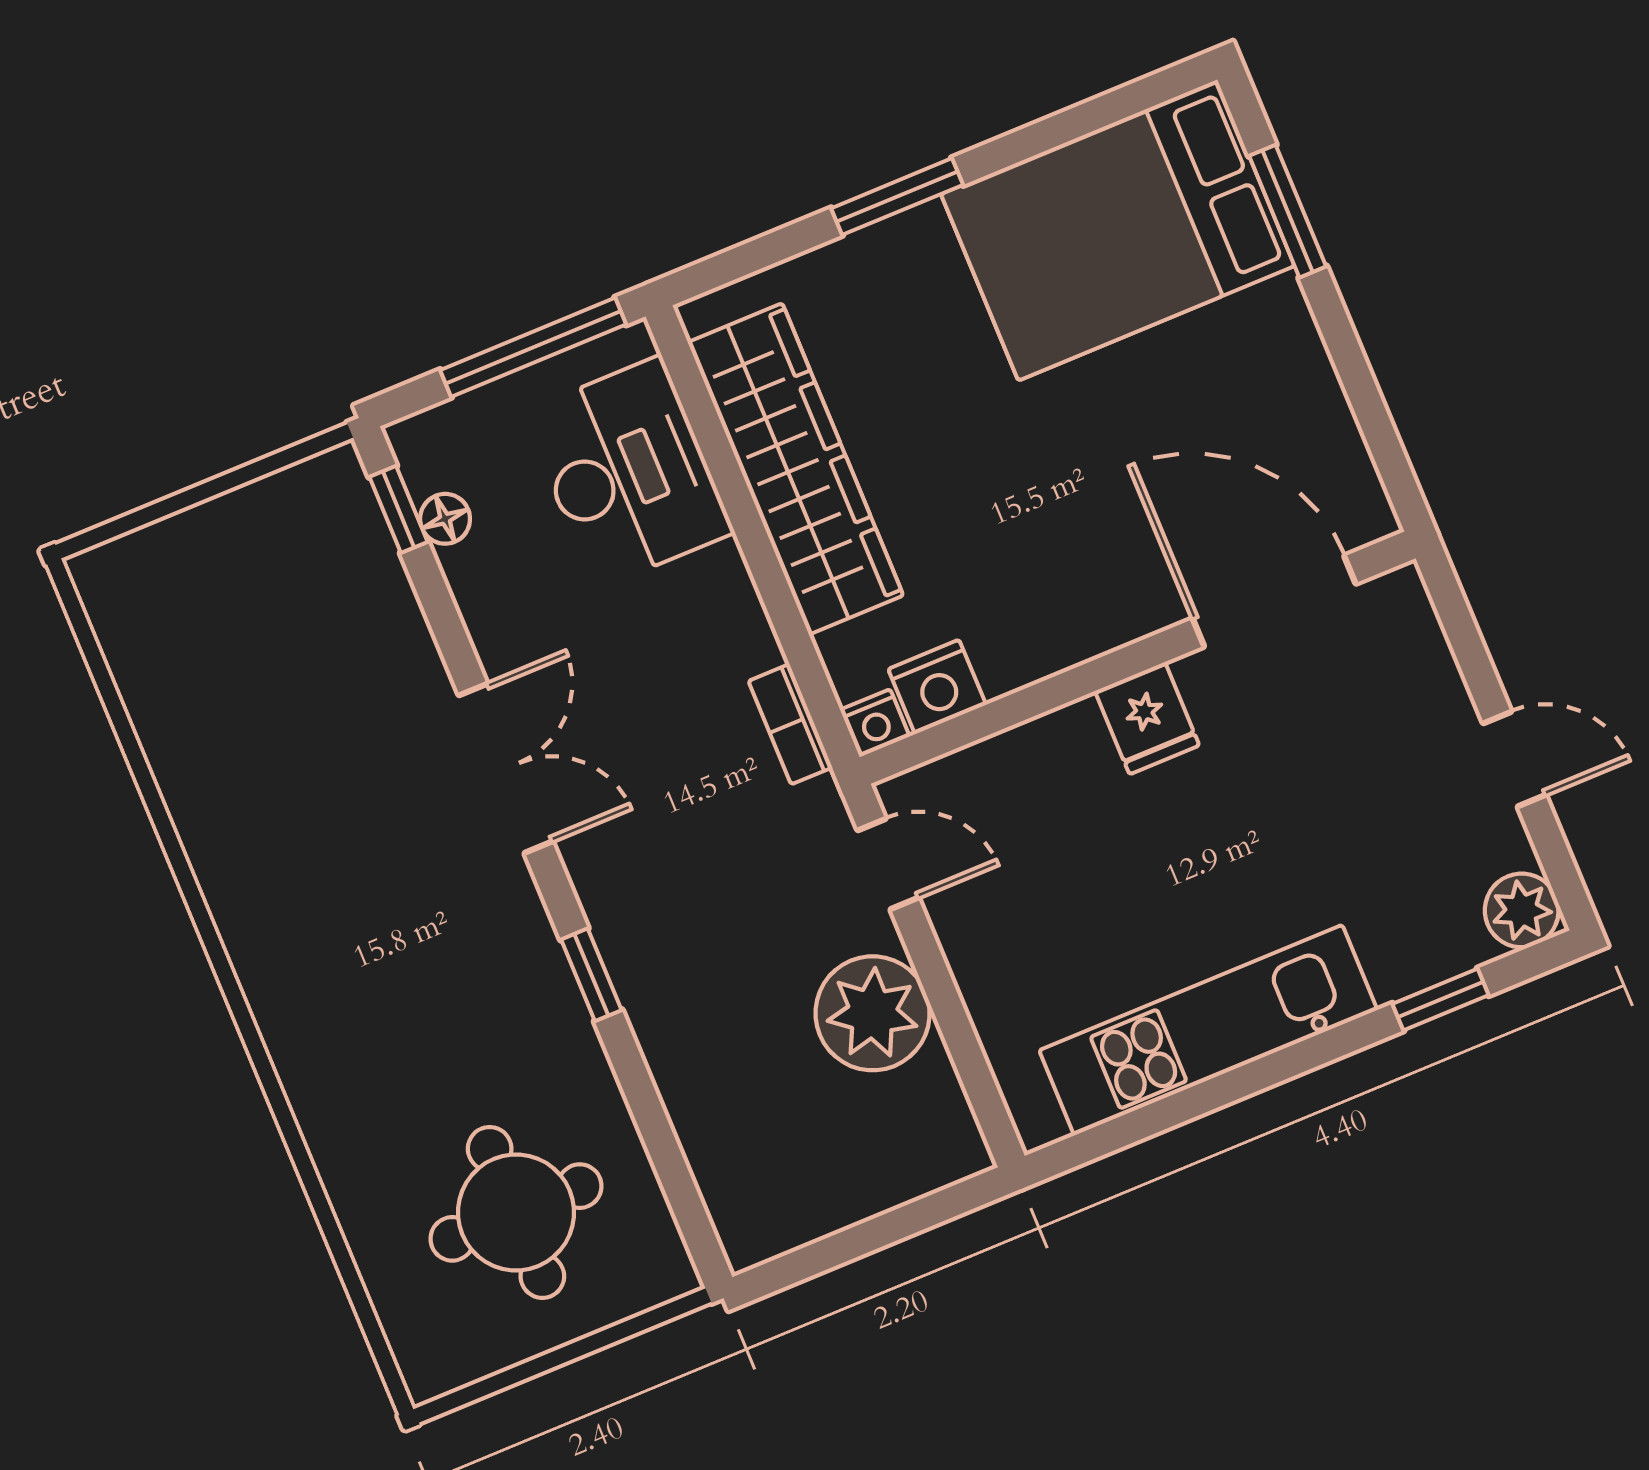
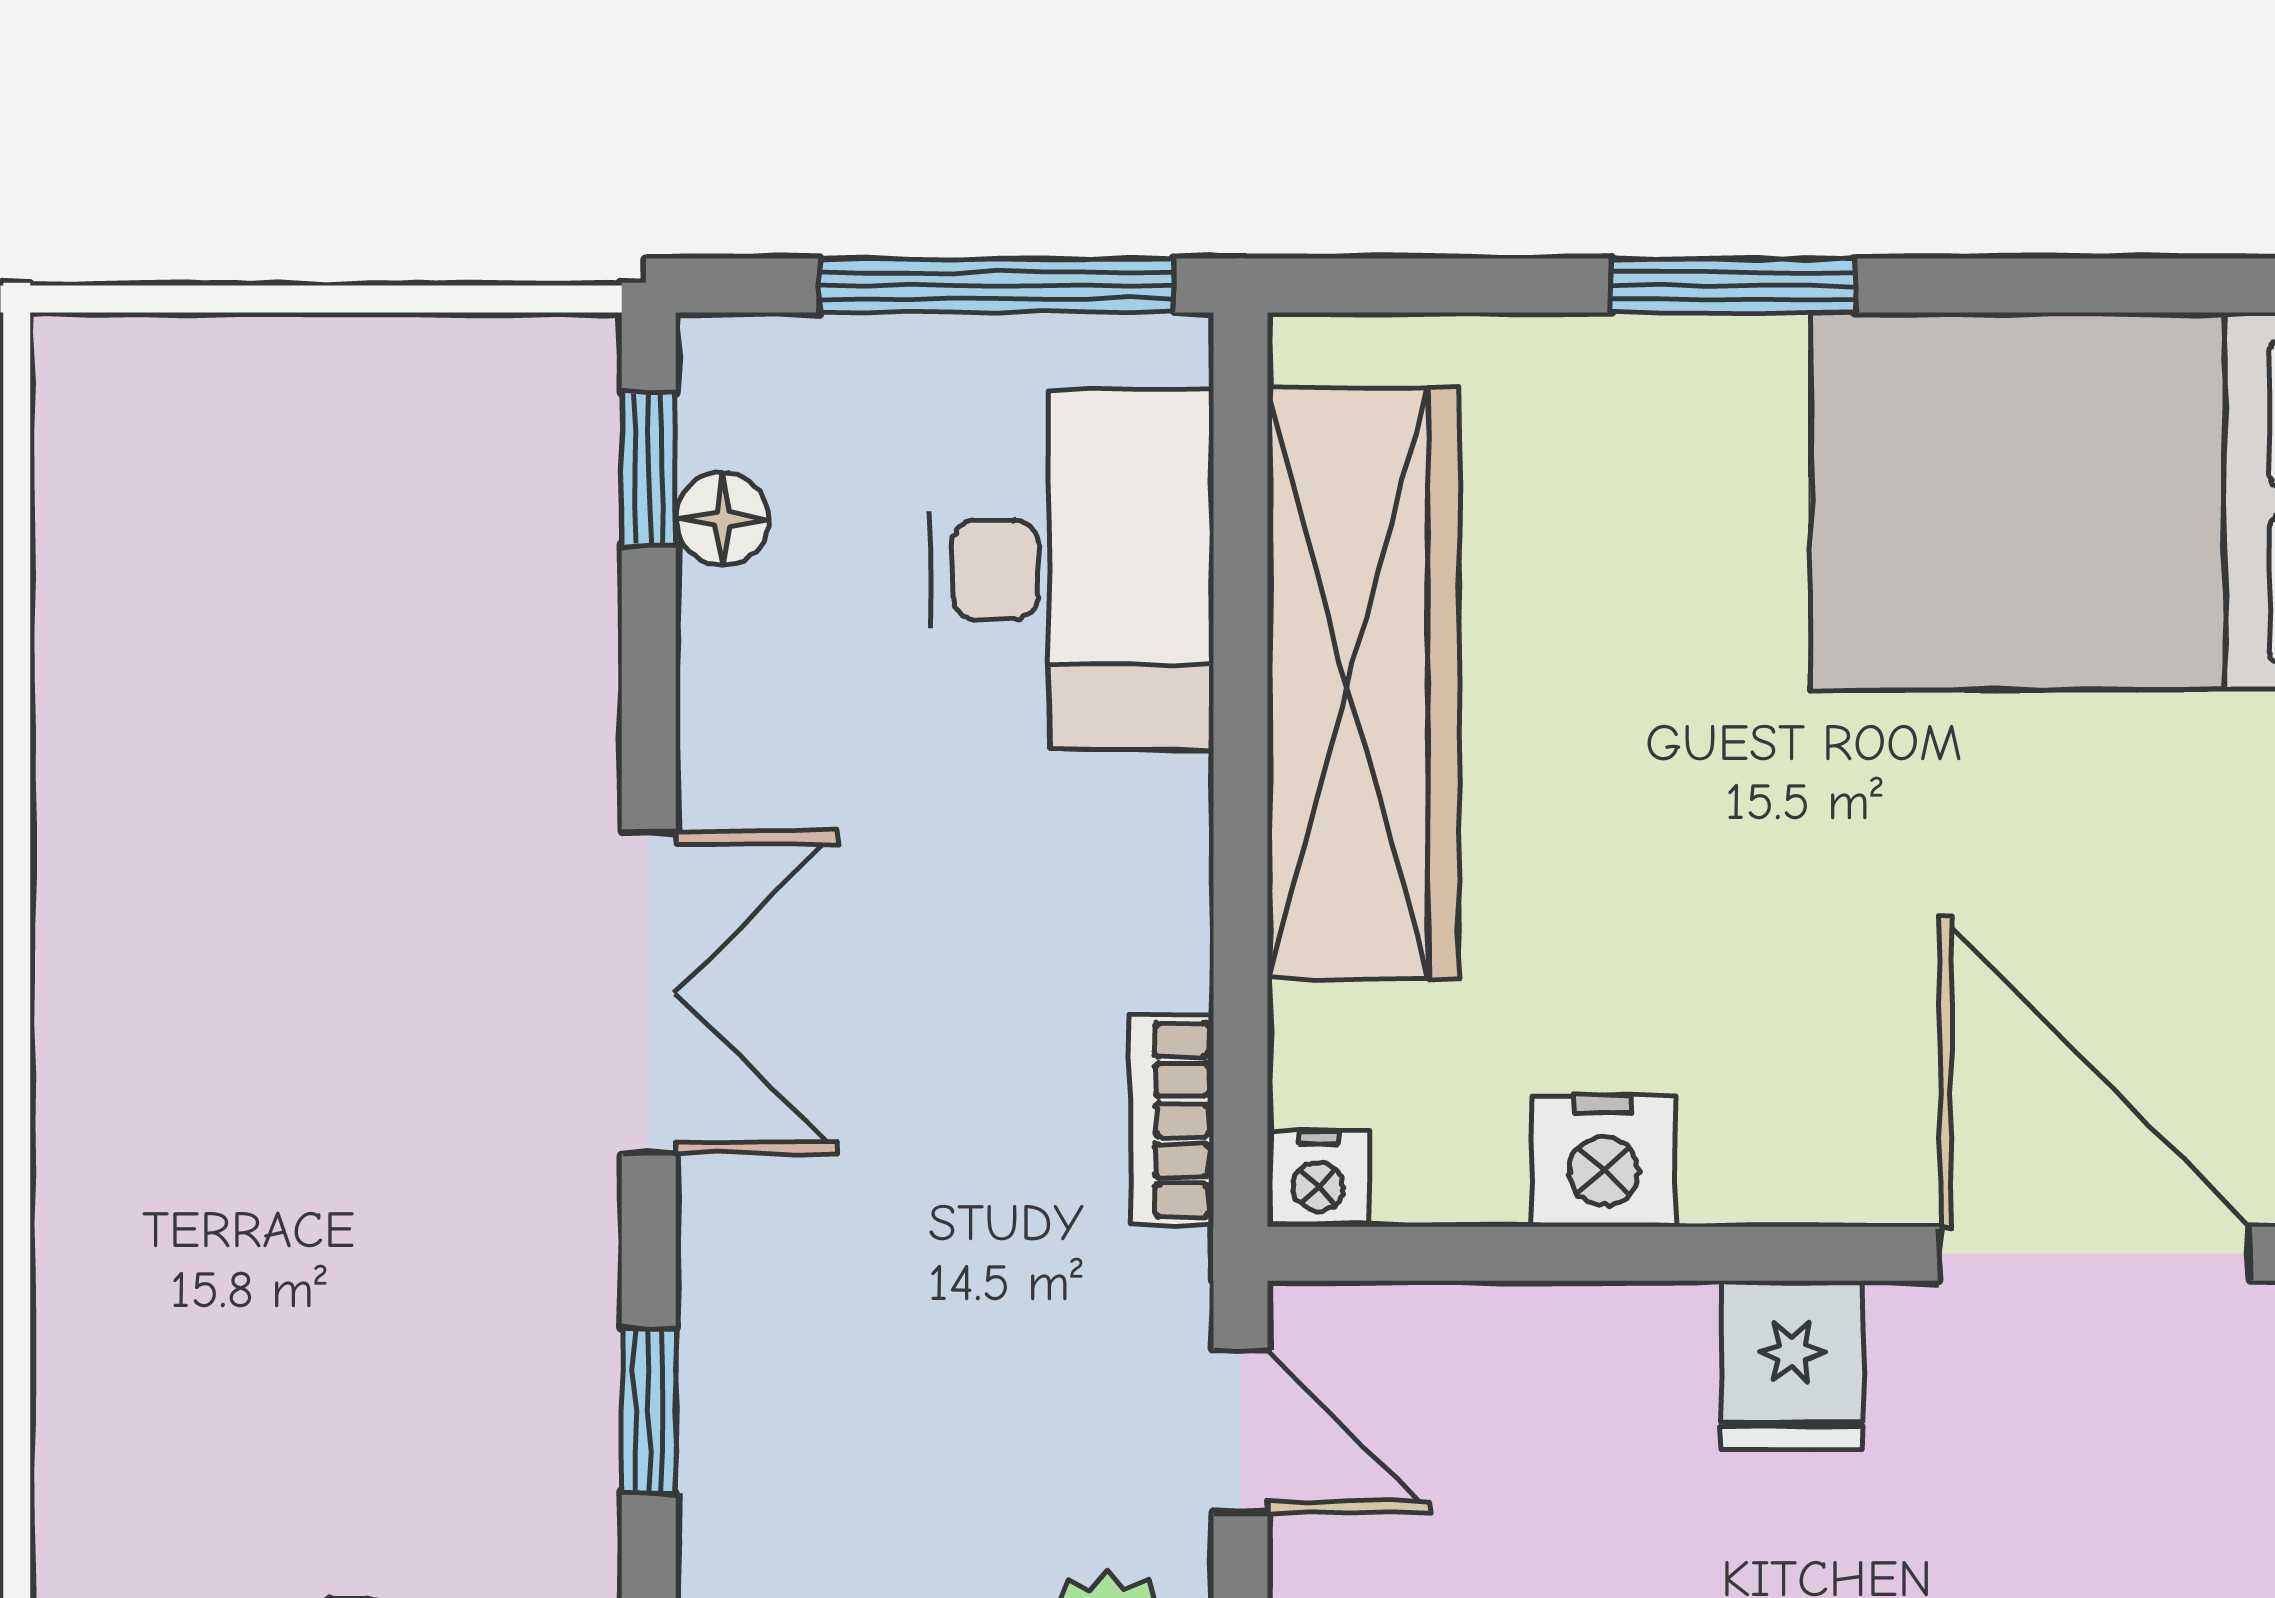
nightstand: (937, 687) -> (1604, 1161), moved

